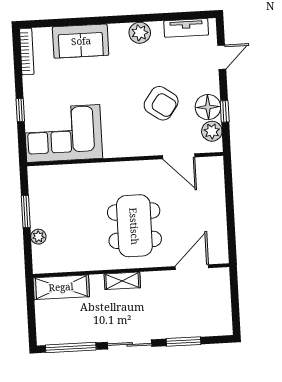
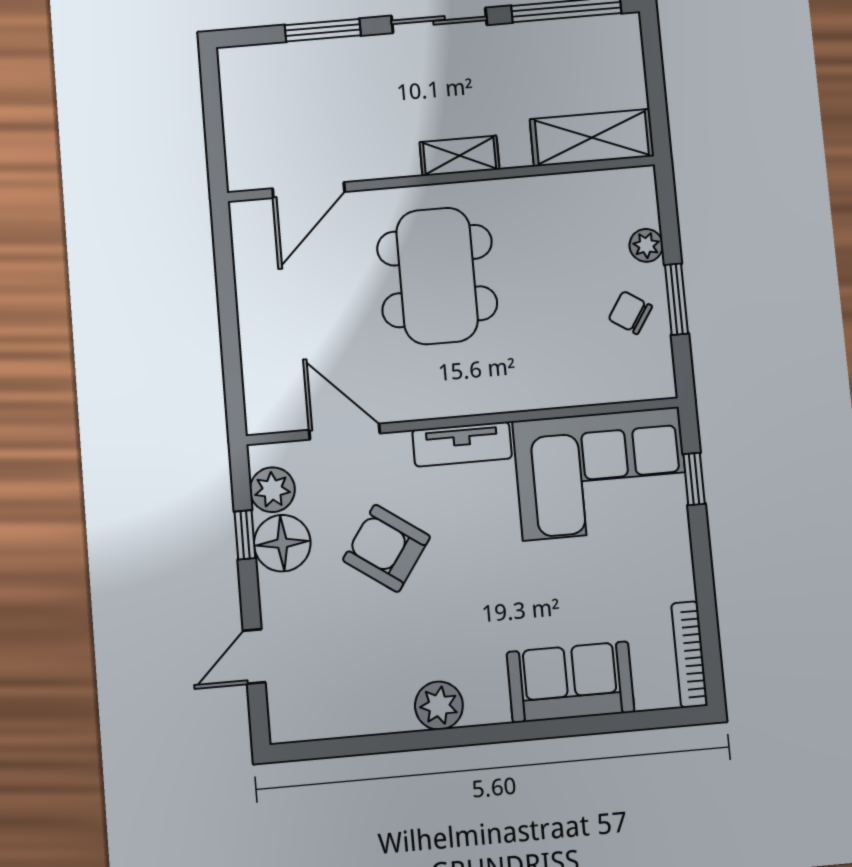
tv unit: (186, 28) -> (462, 444), moved, turned 180
window: (20, 110) -> (694, 479), moved
chair: (47, 206) -> (630, 313), added

